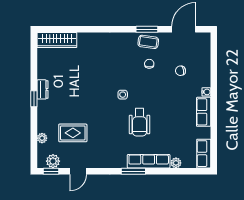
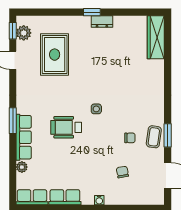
row of seats: (204, 112) -> (65, 197), moved
rug: (73, 133) -> (55, 55), width x1.36, depth x1.43
plant: (42, 138) -> (49, 21), removed

